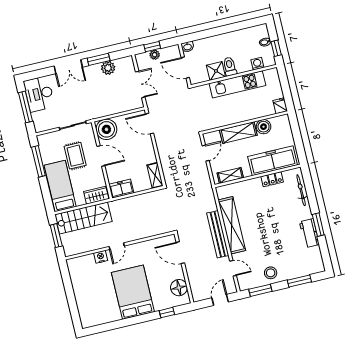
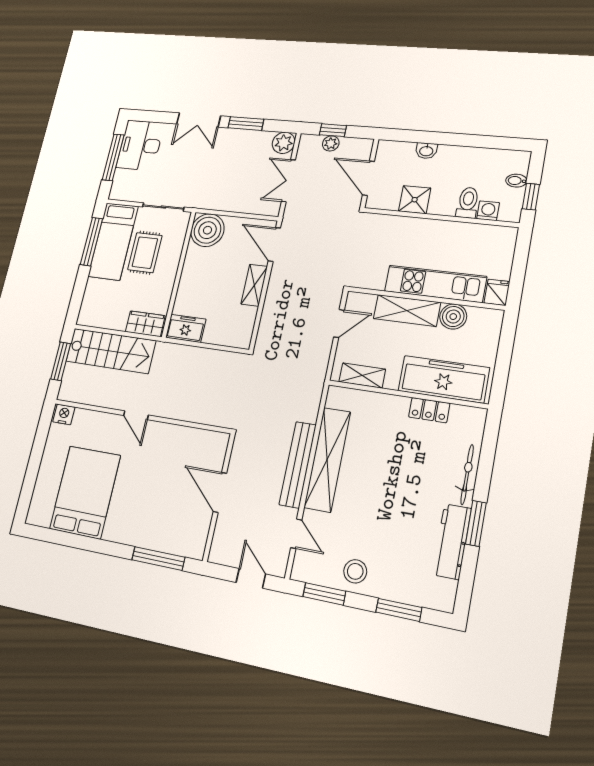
washbasin: (187, 47) -> (426, 151), moved
toilet: (230, 67) -> (468, 203), moved
plant: (108, 68) -> (284, 143), moved
double door: (140, 84) -> (288, 181), swing flipped
kitchen unit: (237, 84) -> (435, 284), moved, turned 180
door: (101, 156) -> (180, 267), removed
shelving: (155, 175) -> (254, 285), moved
bed: (60, 186) -> (113, 241), moved, turned 180
bicycle: (301, 190) -> (467, 474), moved
workbench: (309, 233) -> (452, 542), width x1.38
door: (117, 246) -> (136, 415), hinge flipped
door: (180, 253) -> (220, 492), moved
nightstand: (101, 257) -> (64, 414), moved
floor lamp: (179, 288) -> (196, 526), removed
bed: (133, 292) -> (85, 492), moved
door: (220, 300) -> (251, 578), hinge flipped
window: (167, 313) -> (158, 559), width x2.17

